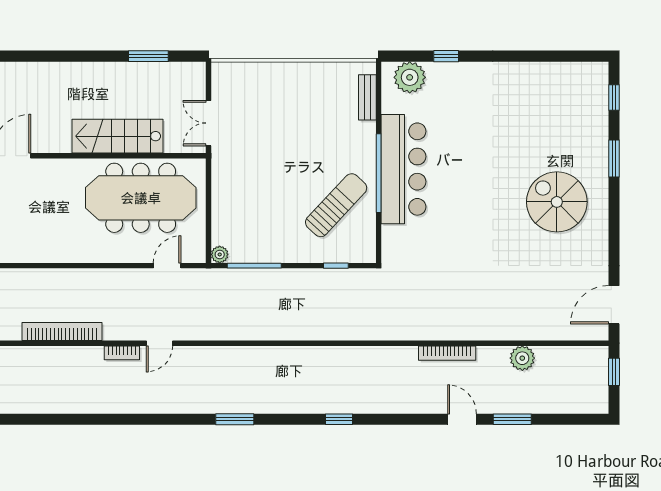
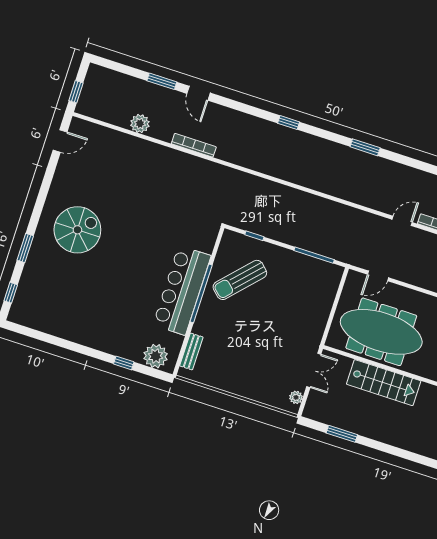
spiral stairs: (557, 202) -> (77, 230), turned -90
plant: (220, 254) -> (296, 397), moved
door: (614, 305) -> (60, 141), width x0.73

